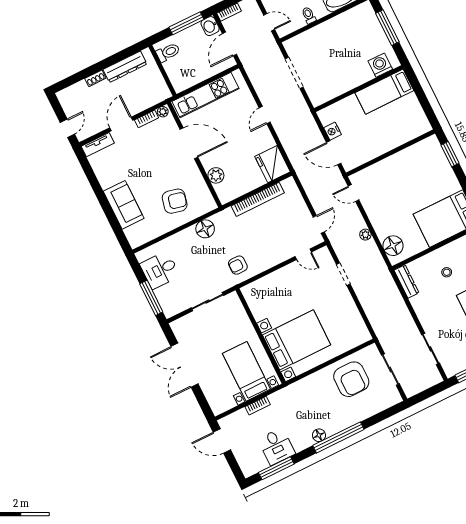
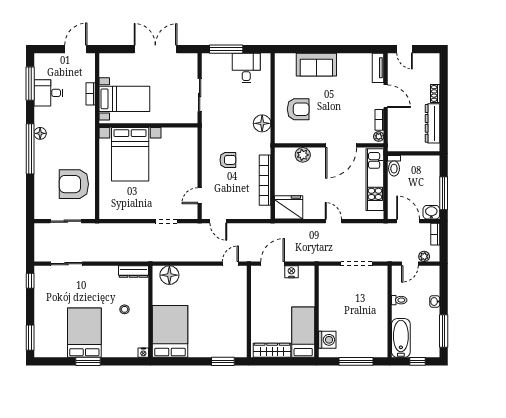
toilet: (168, 52) -> (394, 166), moved
wardrobe: (416, 113) -> (272, 350), added
armchair: (175, 201) -> (298, 109), turned -103
plant: (365, 235) -> (424, 256), moved
armchair: (238, 265) -> (228, 160), moved, turned 90

